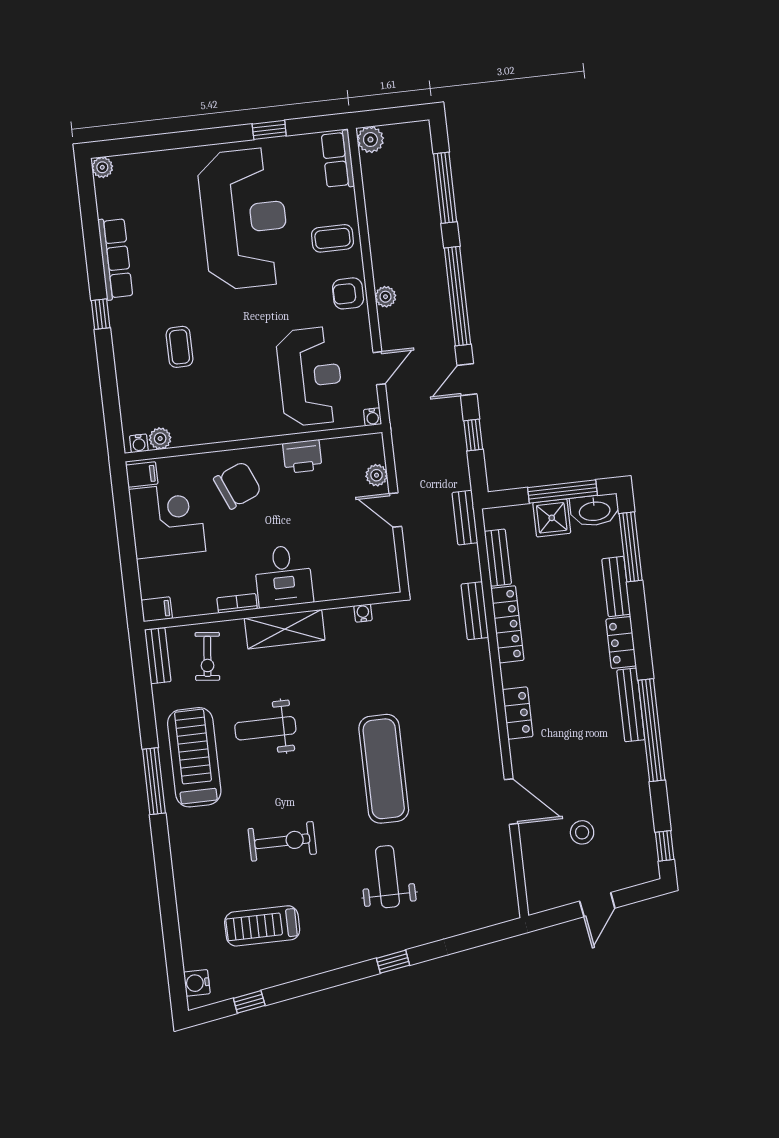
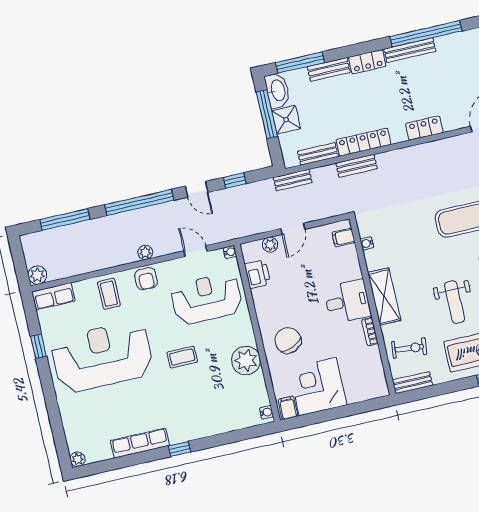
coffee table: (180, 347) -> (182, 357), moved
plant: (160, 439) -> (246, 361), moved, width x1.88, depth x1.88
printer: (302, 456) -> (257, 274), moved
filing cabinet: (157, 609) -> (344, 237), moved, turned -90

